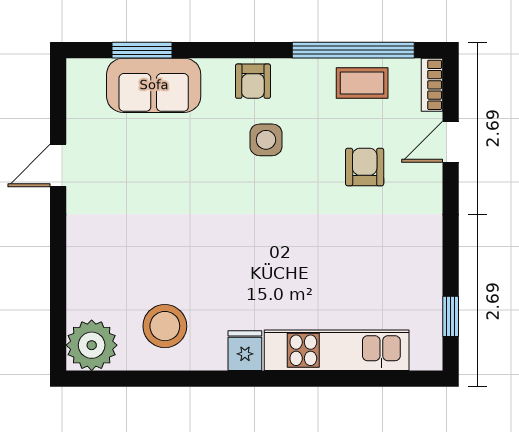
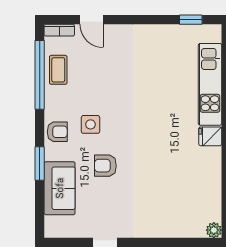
window: (142, 50) -> (40, 164), moved
armchair: (365, 167) -> (105, 166), moved
stool: (165, 326) -> (196, 182), removed
plant: (92, 345) -> (214, 230), width x0.53, depth x0.53

